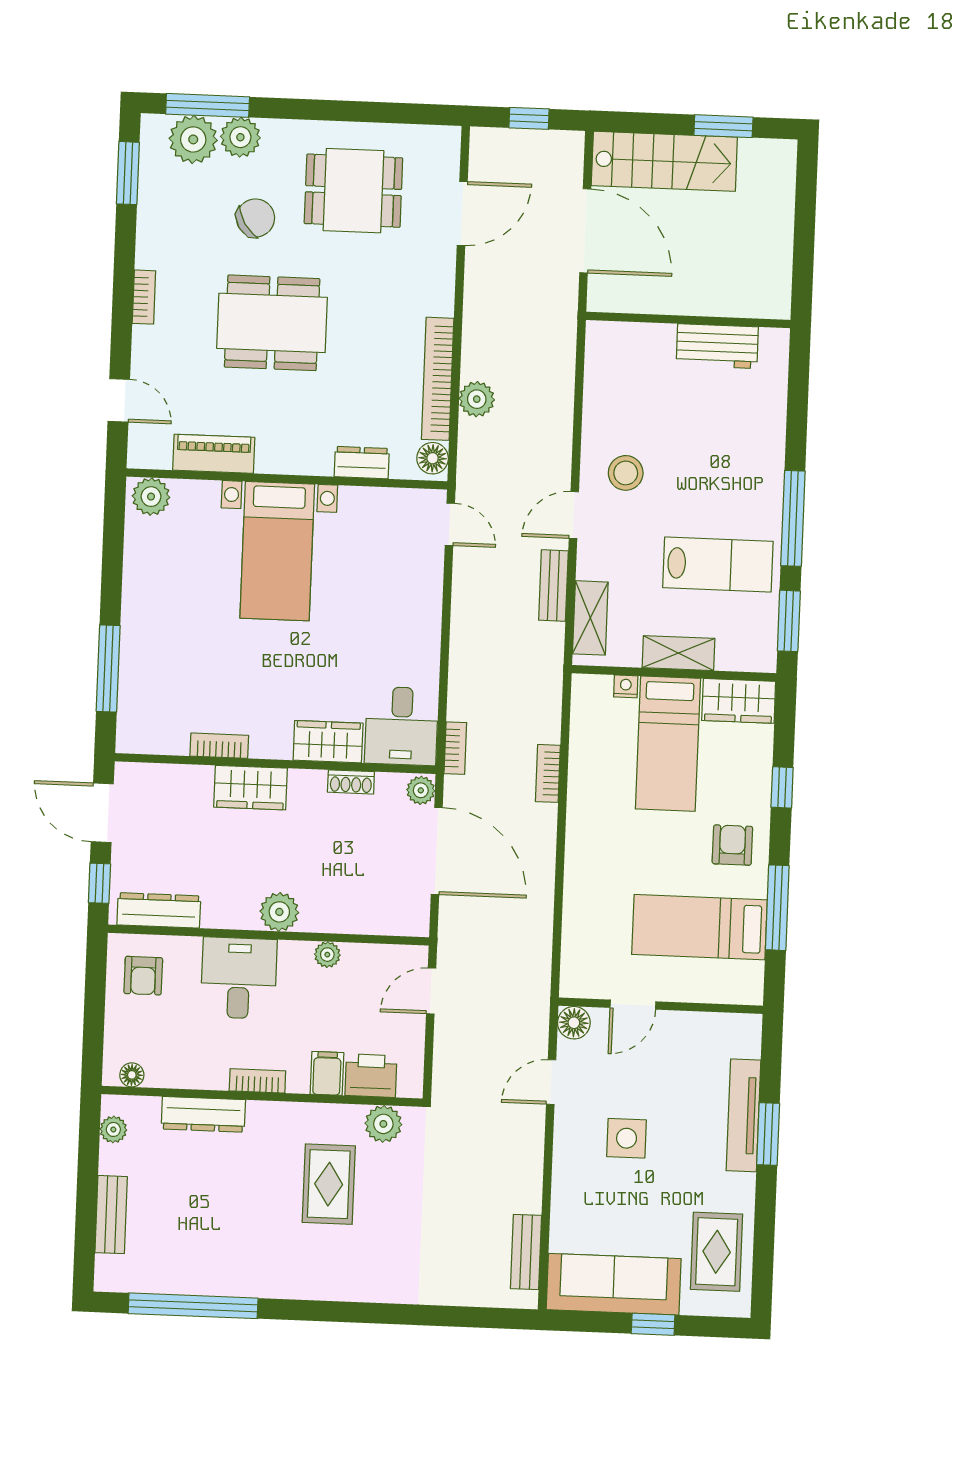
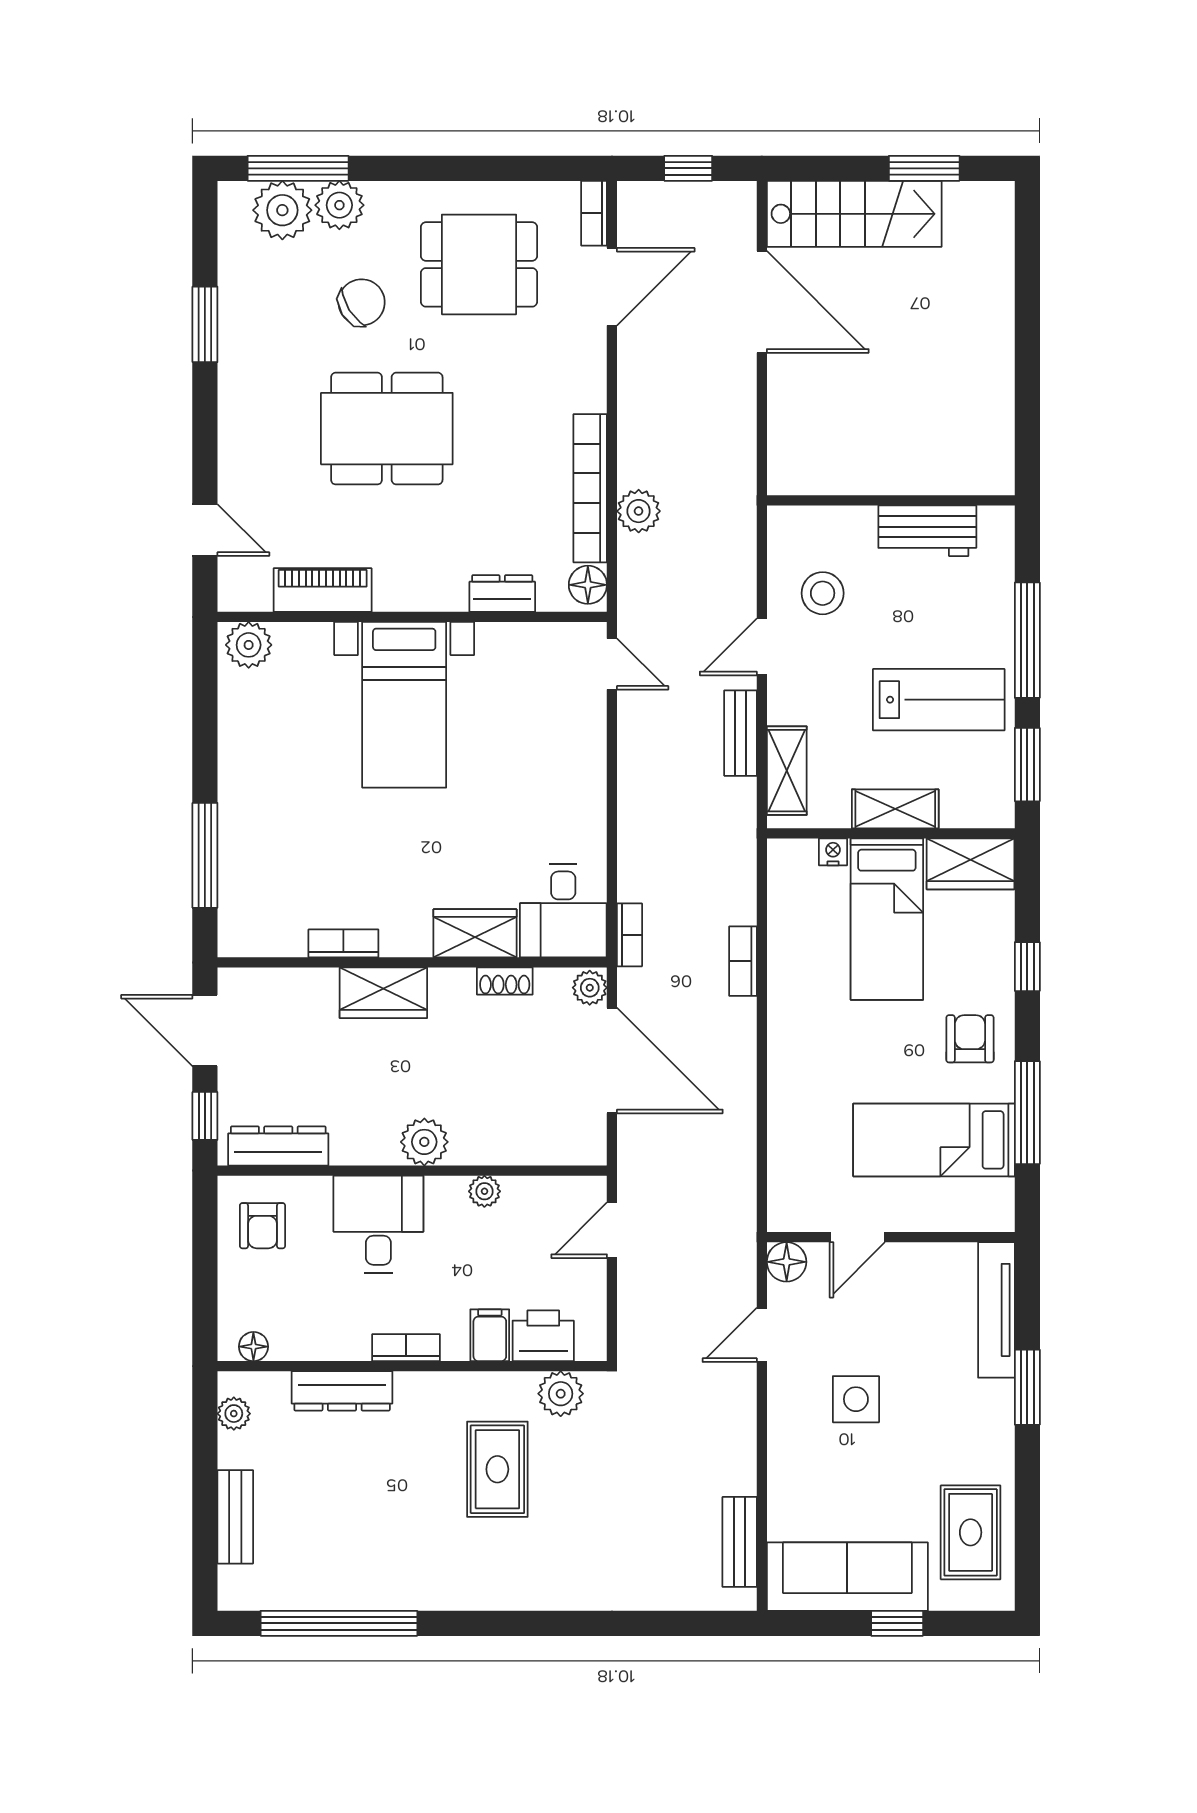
window: (128, 173) -> (205, 324), moved
bookcase: (144, 297) -> (594, 213), moved, turned 180
wall: (688, 320) -> (891, 500), moved
workbench: (717, 346) -> (927, 531), moved
tv unit: (743, 1115) -> (996, 1310), moved

